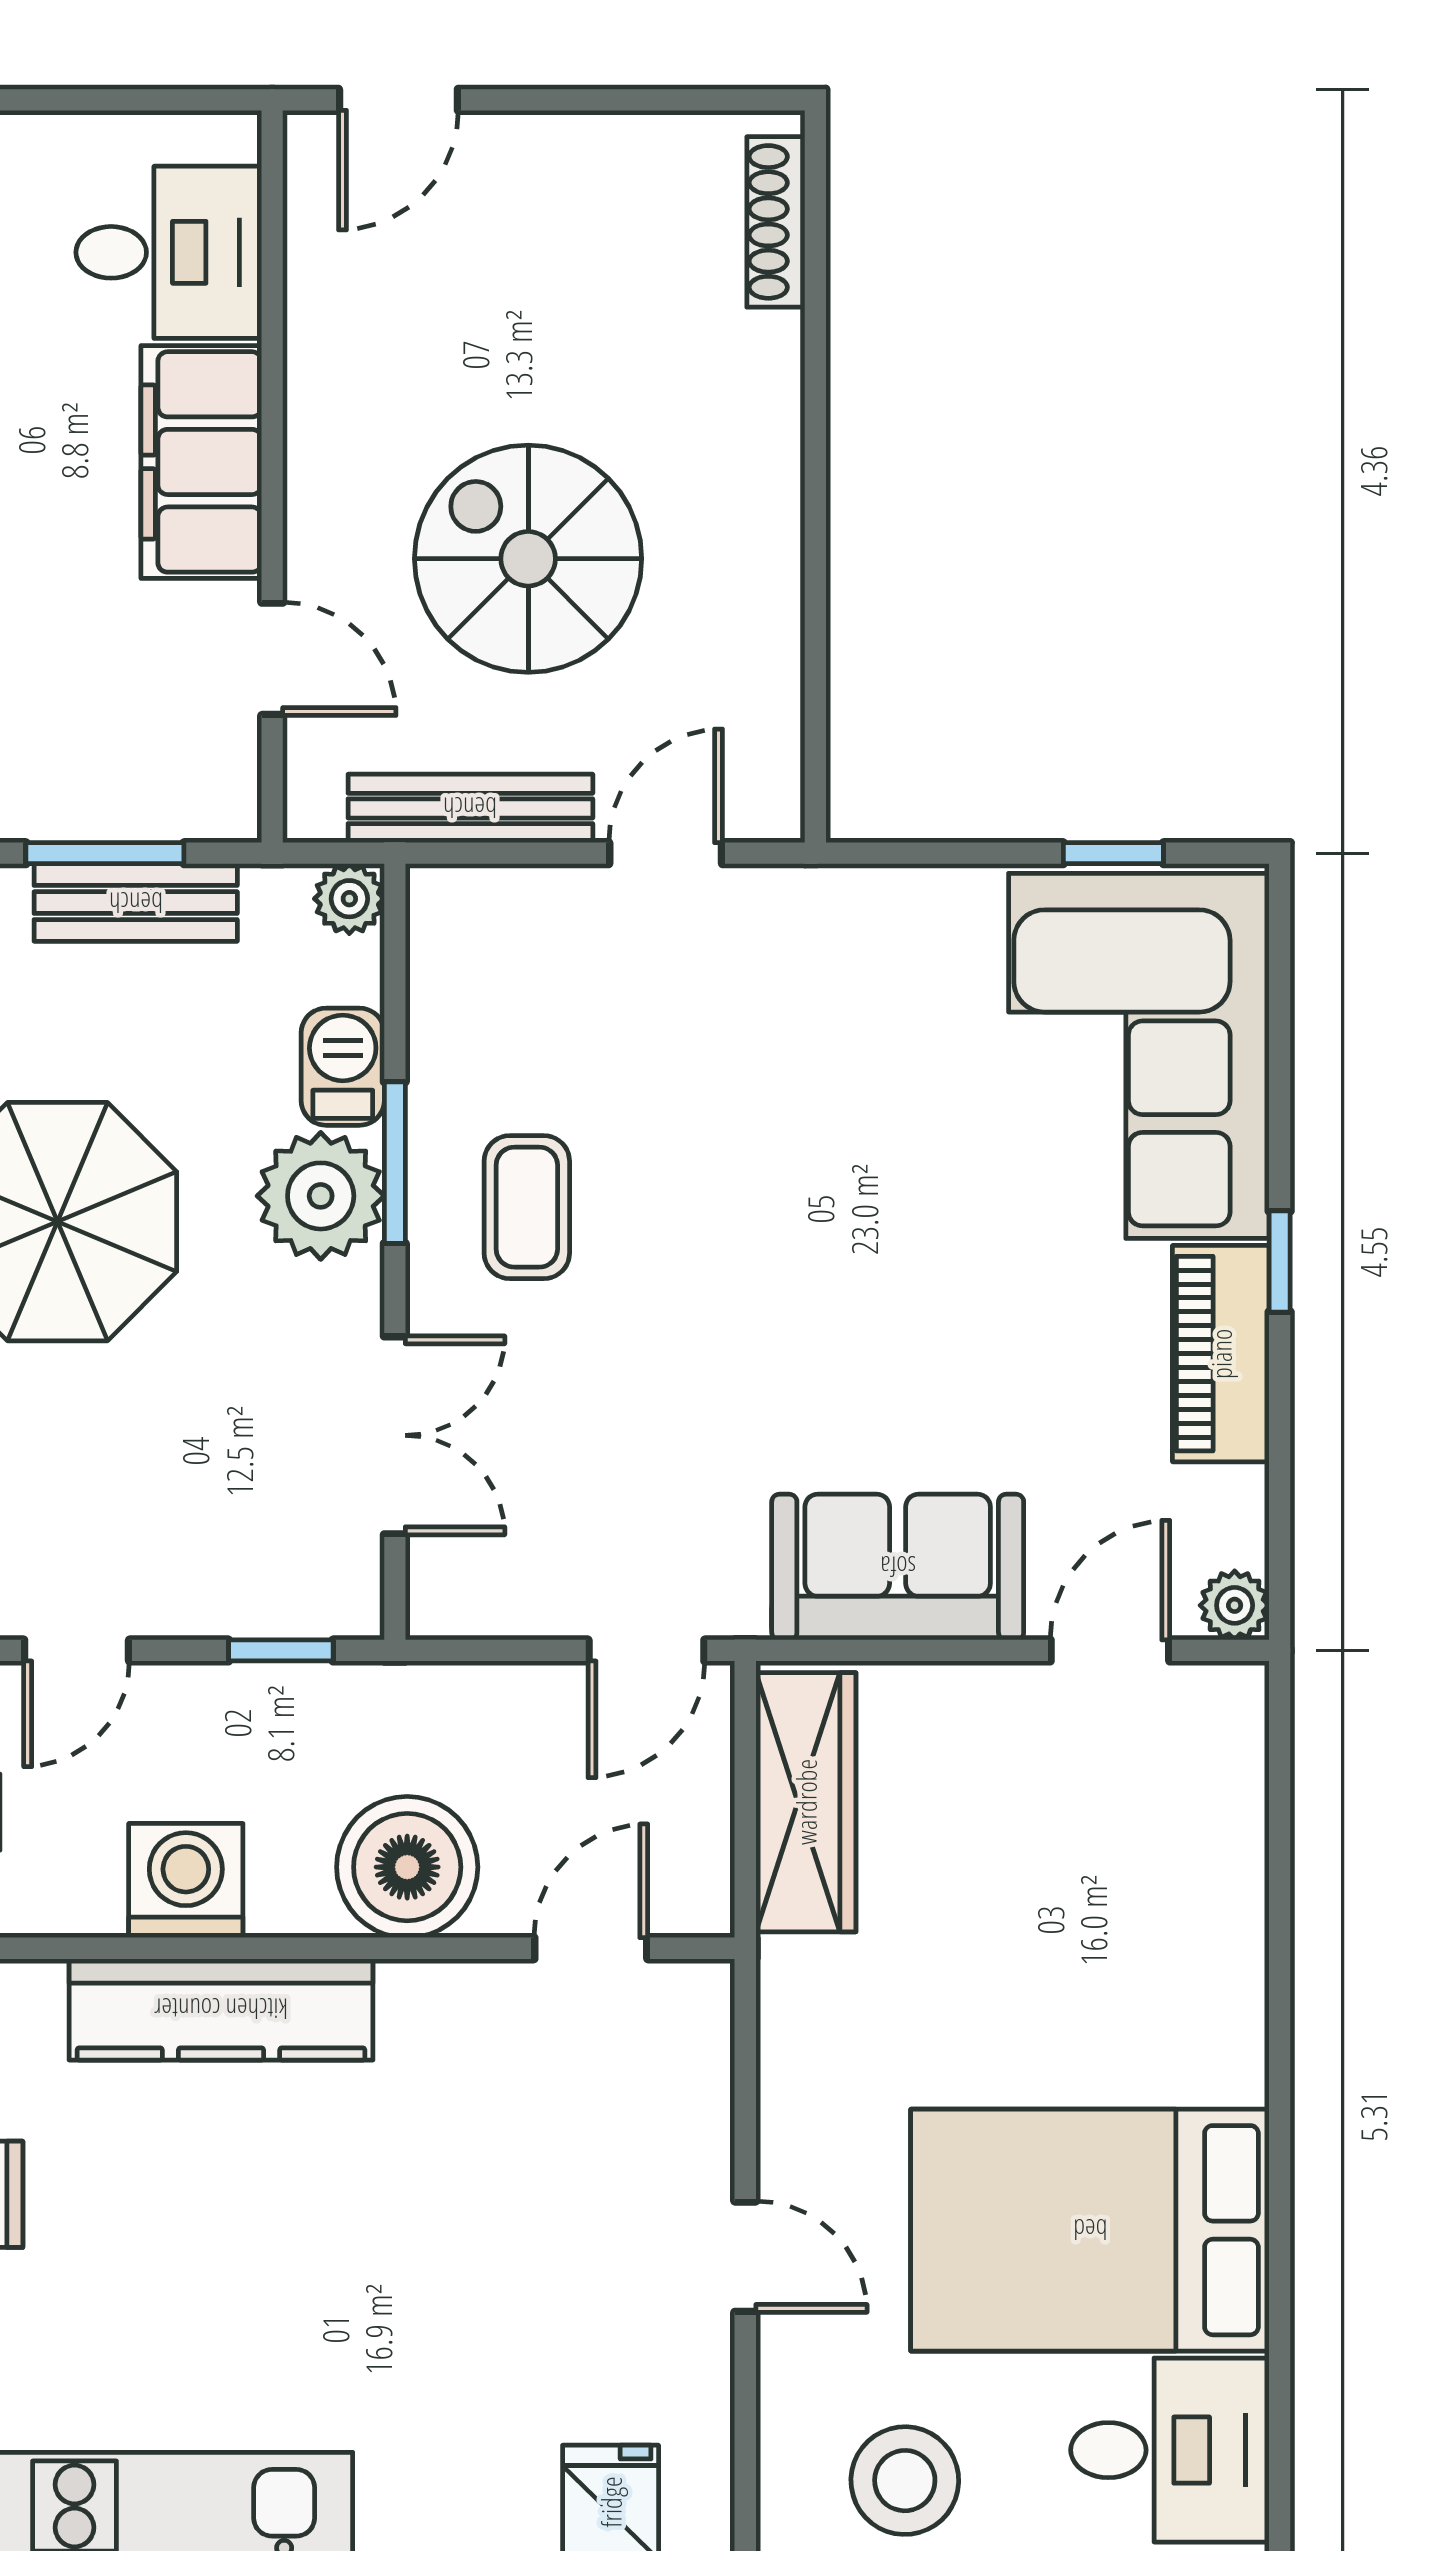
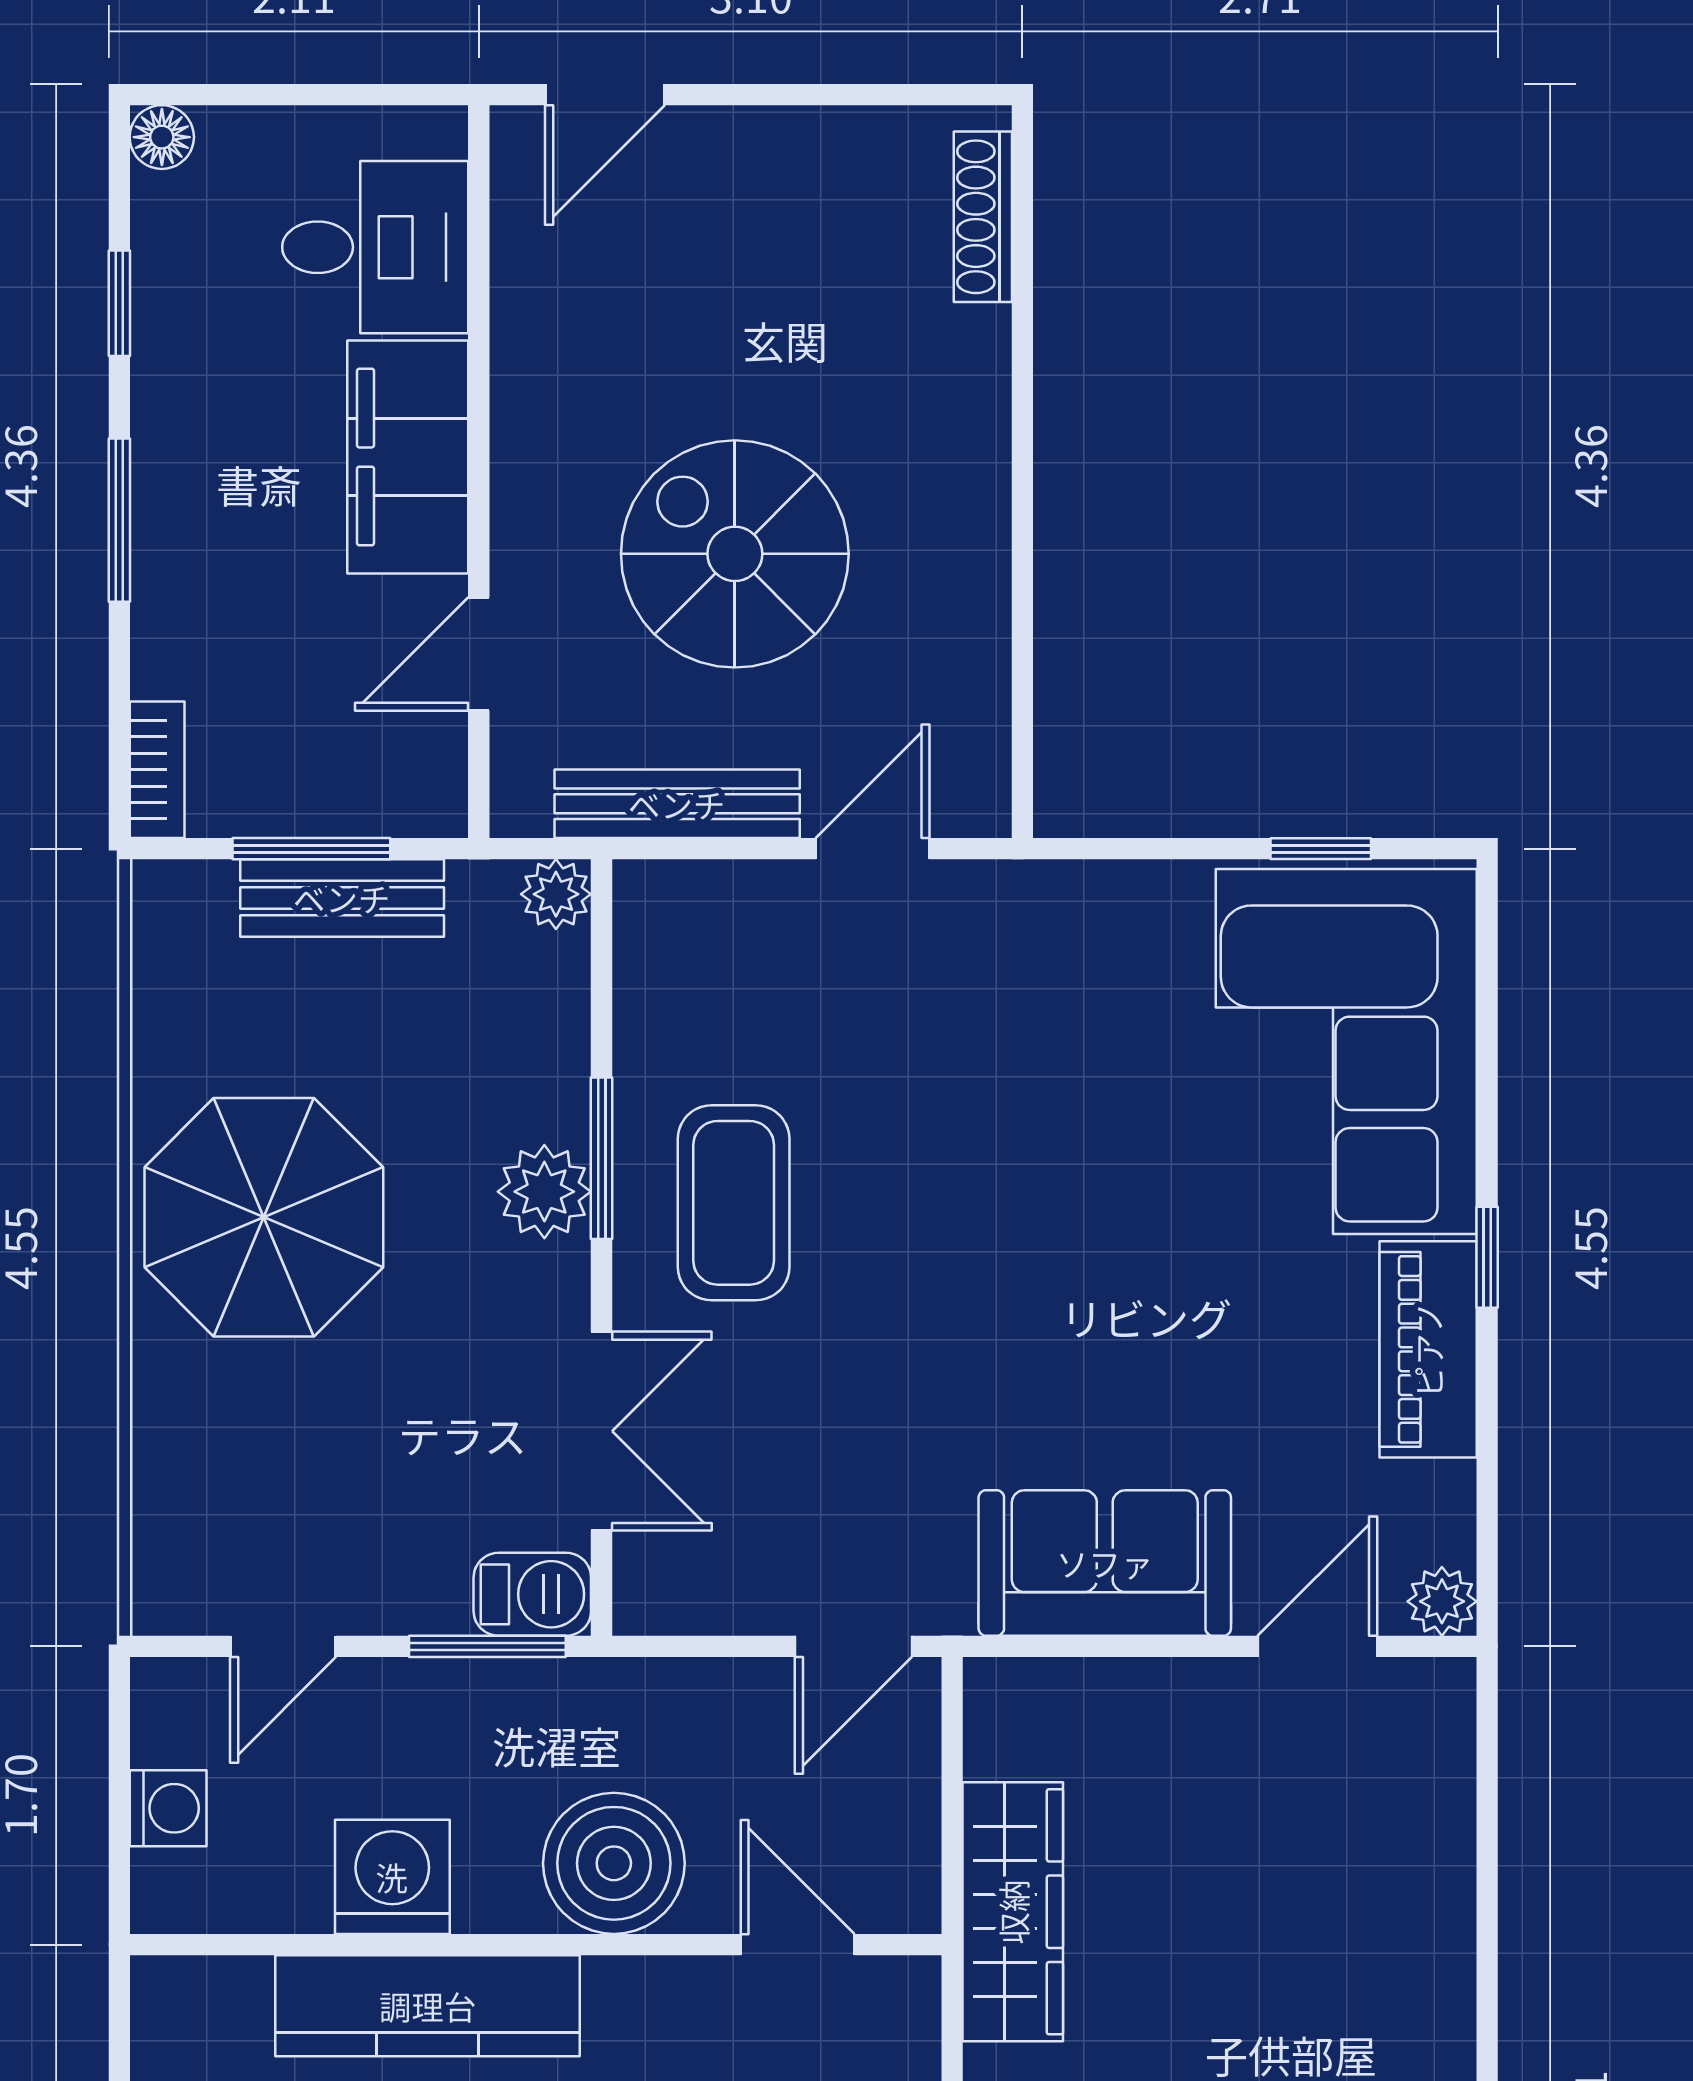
door: (272, 659) -> (479, 654), swing flipped
barbecue: (343, 1067) -> (532, 1594), moved, turned 90
plant: (321, 1196) -> (544, 1192), width x0.73, depth x0.73
coffee table: (527, 1207) -> (734, 1203), width x1.36, depth x1.30
window: (281, 1650) -> (487, 1646), width x1.50
wardrobe: (806, 1802) -> (1013, 1912), moved
door: (591, 1948) -> (798, 1945), hinge flipped

